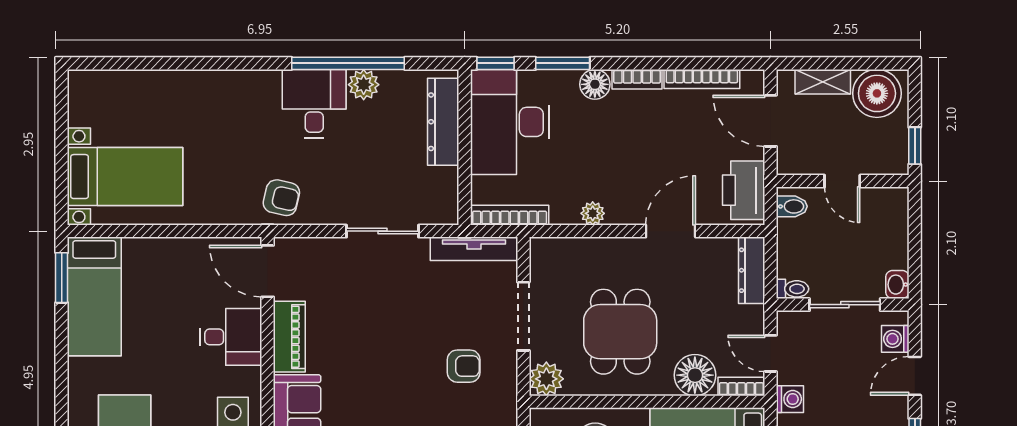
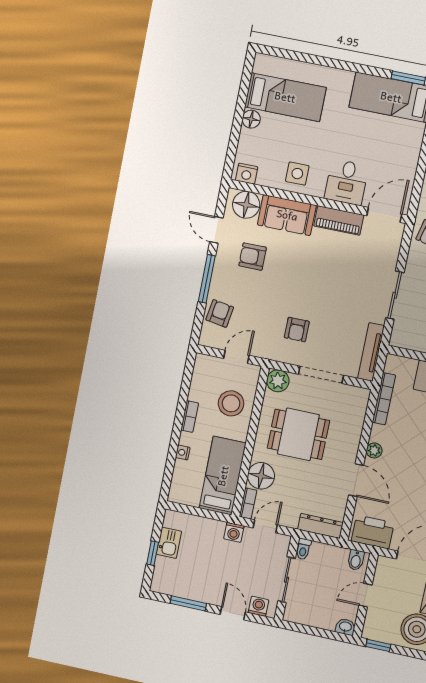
plant: (593, 213) -> (374, 450), moved
bookcase: (510, 215) -> (384, 399), moved
washbasin: (897, 285) -> (345, 627), moved

